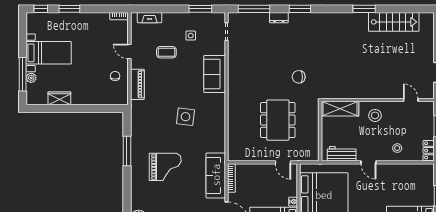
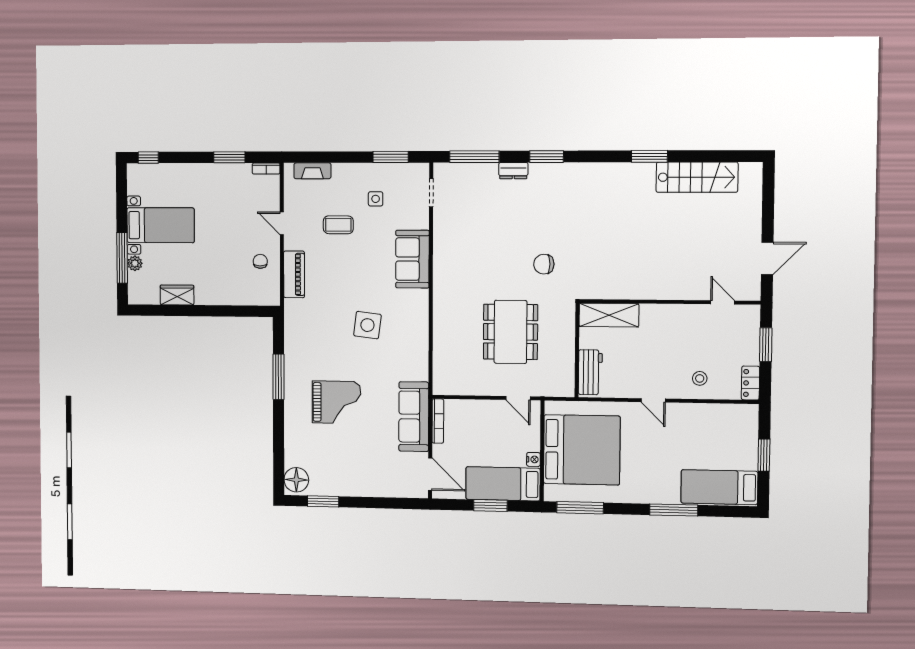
window: (69, 9) -> (229, 157), moved
stool: (375, 115) -> (665, 326), removed
workbench: (342, 154) -> (590, 372), moved, turned 90

